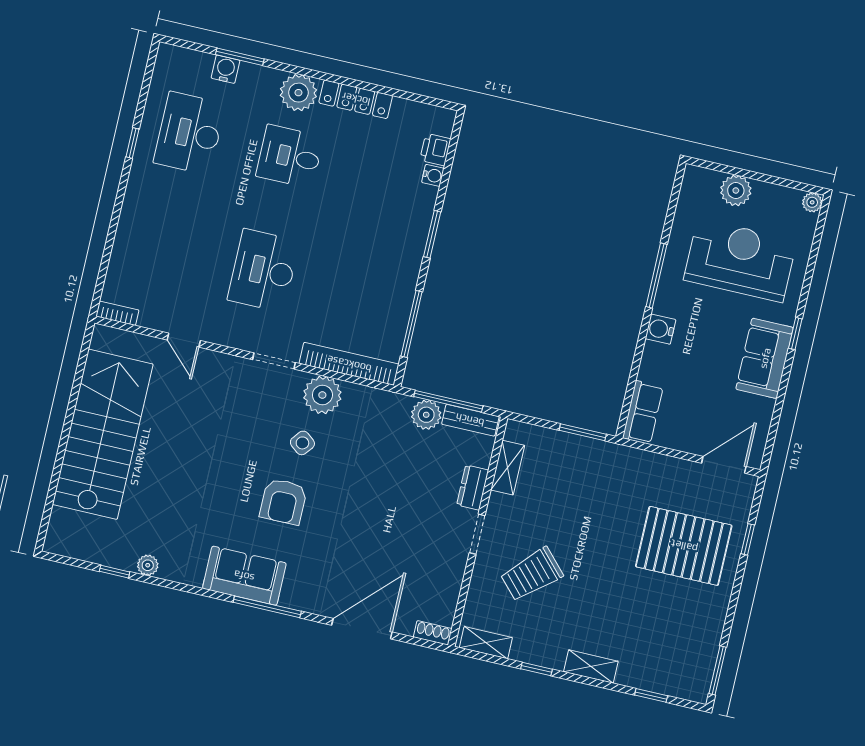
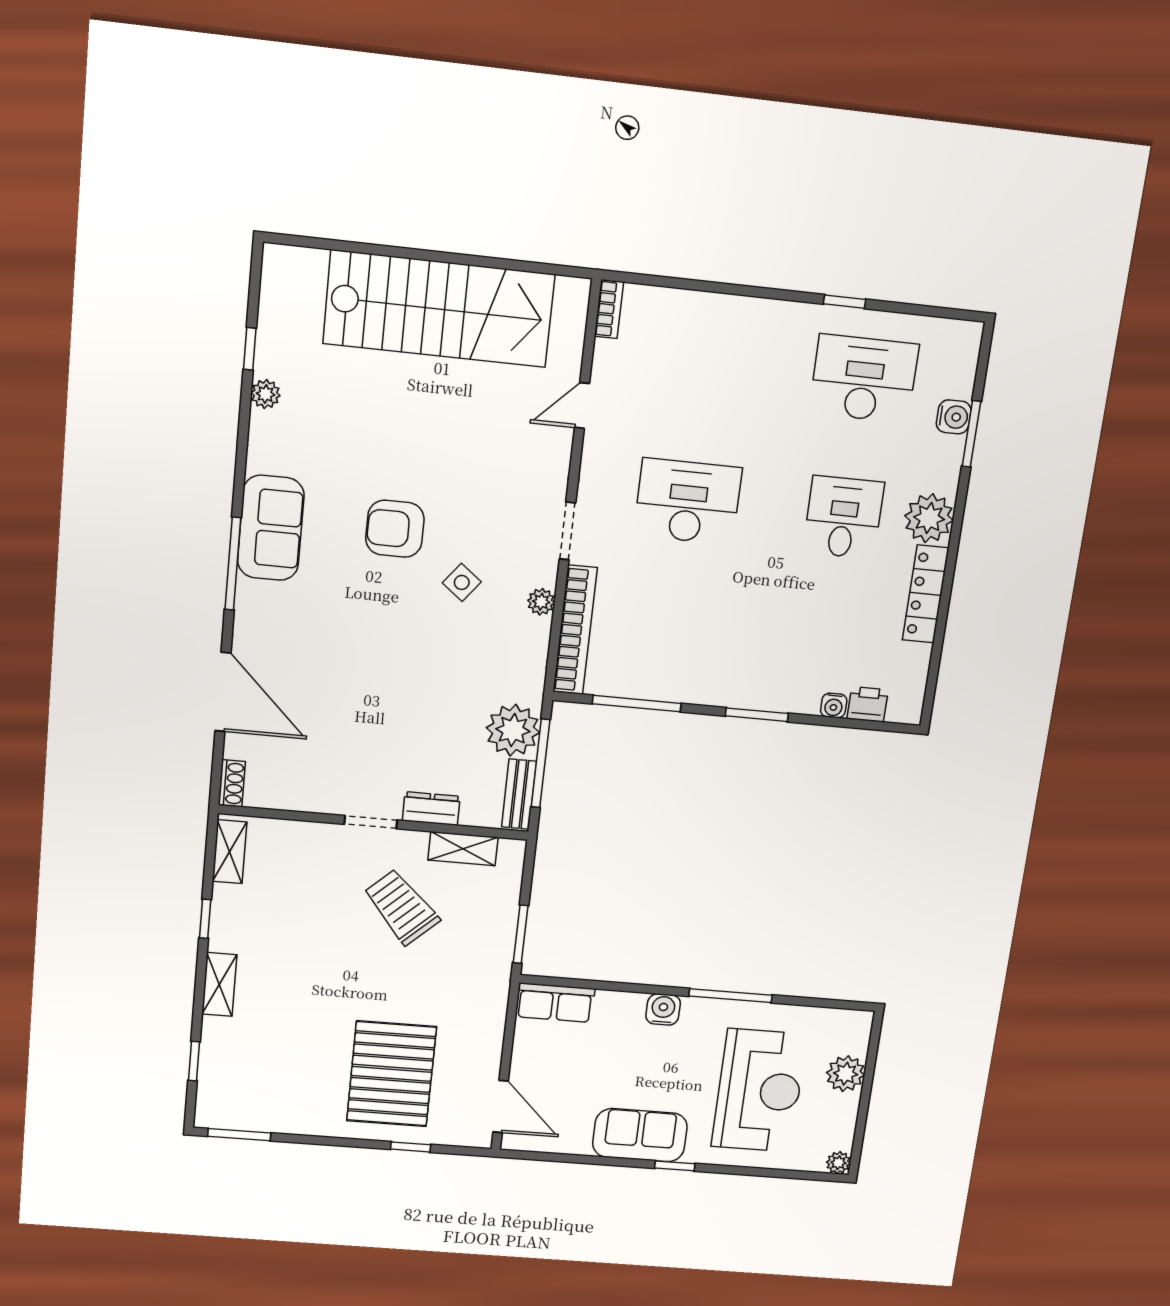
plant: (322, 395) -> (541, 602), width x0.53, depth x0.53
plant: (426, 415) -> (513, 730), width x1.36, depth x1.36
armchair: (283, 502) -> (395, 529), moved
trolley: (532, 574) -> (401, 907), moved

